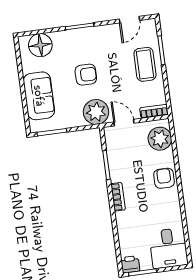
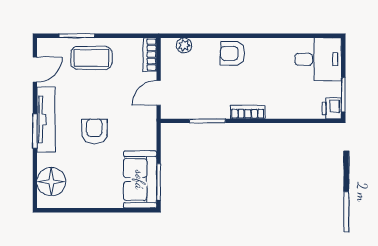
door: (129, 20) -> (35, 70), hinge flipped
tv unit: (90, 34) -> (46, 119), added
sofa: (39, 96) -> (140, 180), moved, turned -90
plant: (96, 112) -> (141, 125), removed
plant: (160, 139) -> (184, 45), width x0.53, depth x0.53

